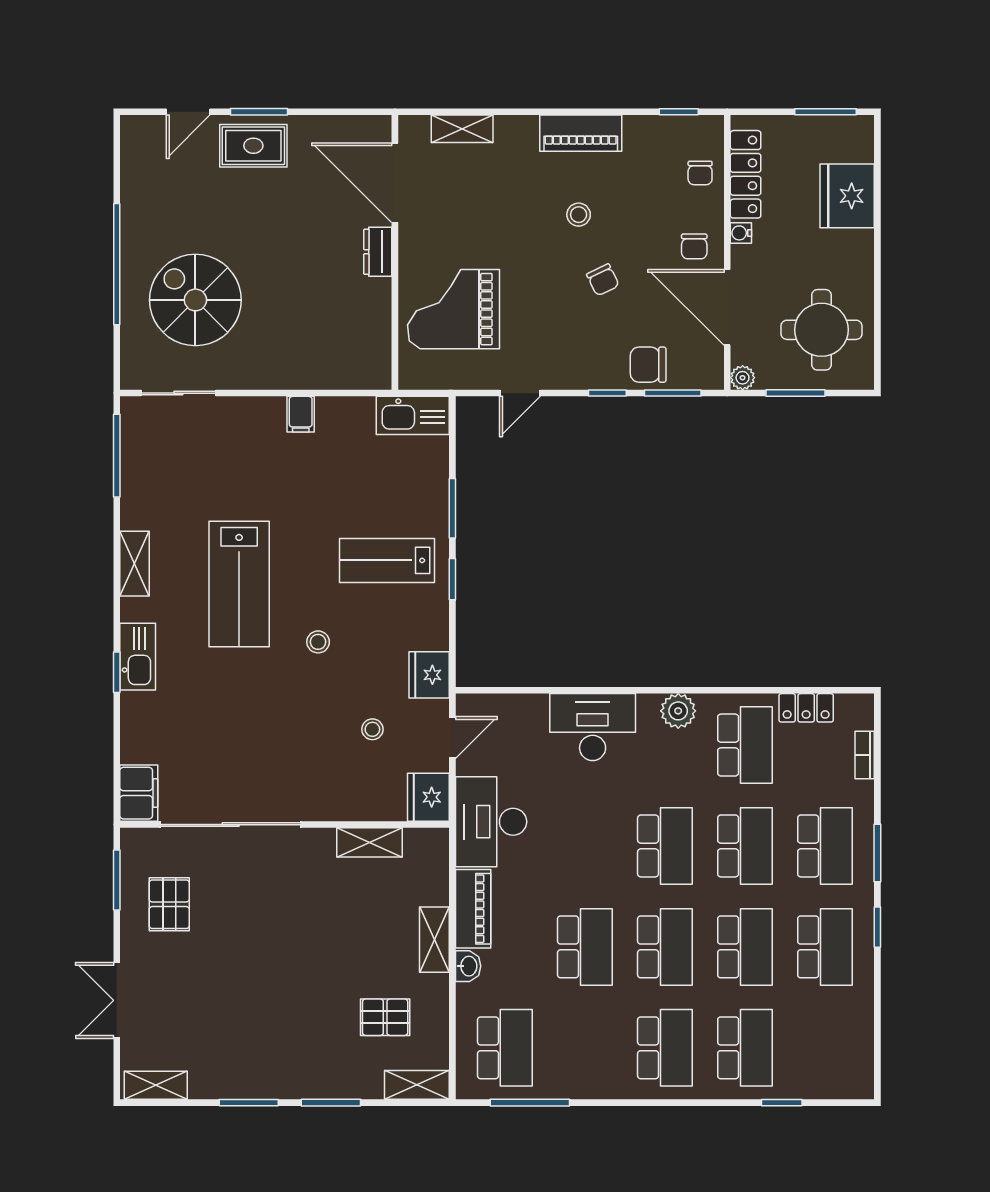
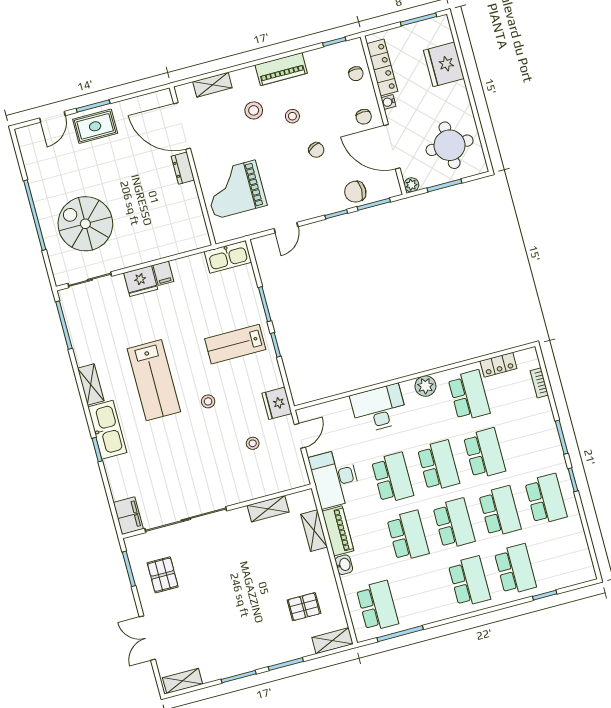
stool: (518, 188) -> (254, 110), added
kitchen sink: (138, 657) -> (107, 430), width x1.36, depth x1.24
fridge: (428, 797) -> (141, 281), moved, turned -90
school desk: (825, 846) -> (392, 478), moved
shelving: (434, 940) -> (314, 531), moved

